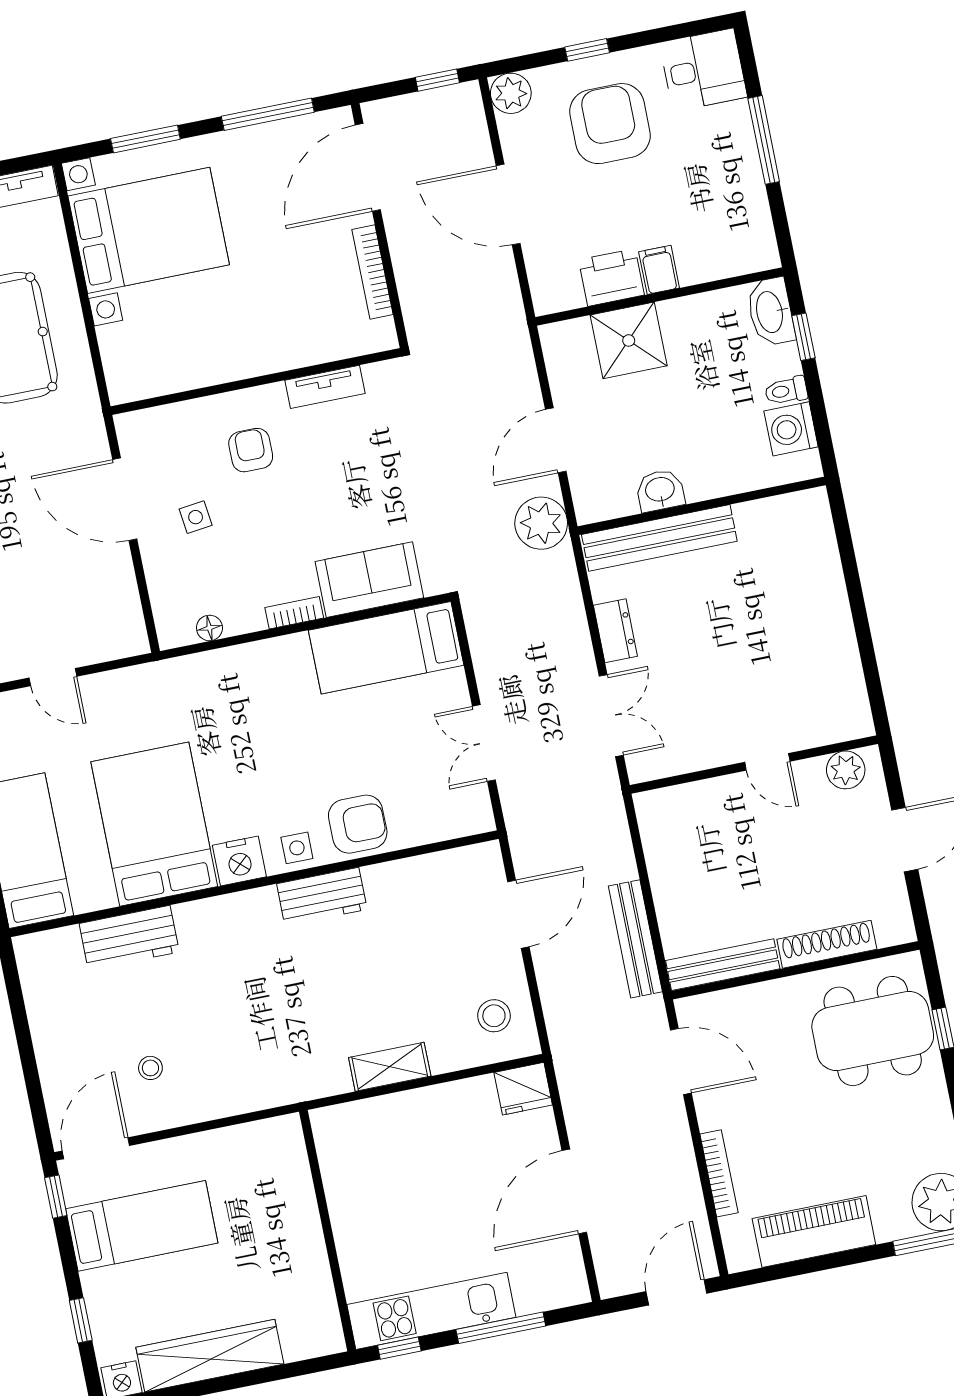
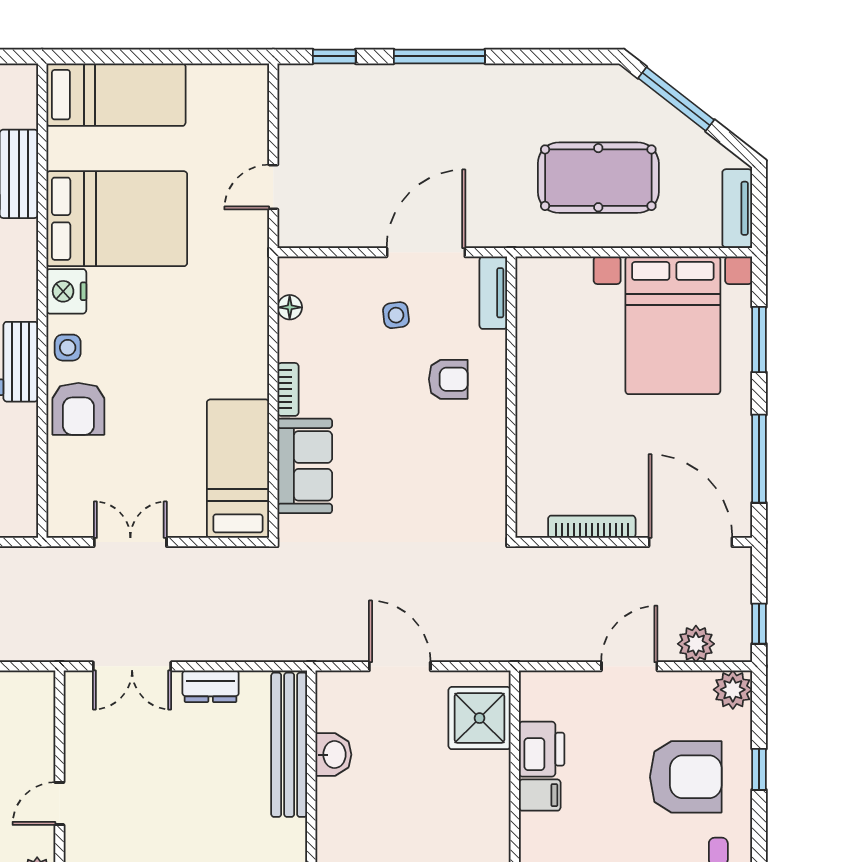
door: (508, 205) -> (629, 666), width x0.73
shower: (629, 340) -> (479, 718), moved
tv unit: (325, 387) -> (493, 293), moved
plant: (541, 523) -> (696, 644), moved, width x0.73, depth x0.73
door: (53, 677) -> (273, 187), moved

